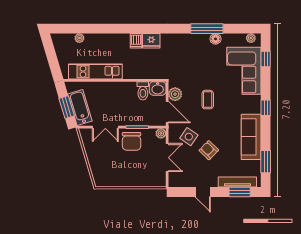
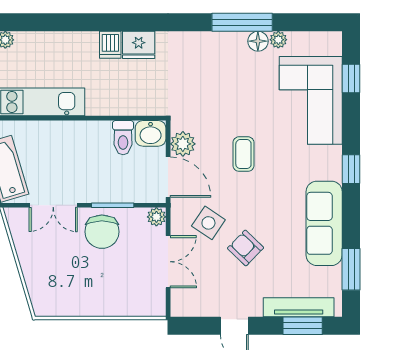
plant: (251, 38) -> (278, 40), moved

